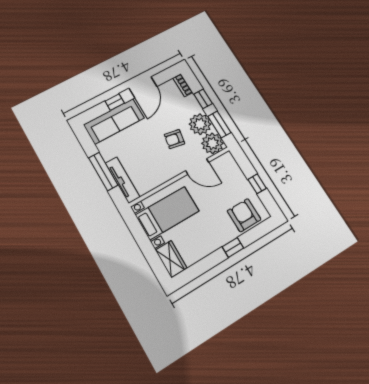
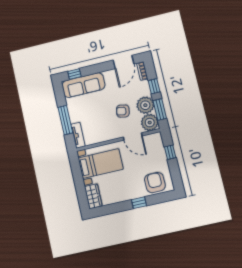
door: (143, 87) -> (124, 62), moved
window: (115, 102) -> (74, 74), moved
tv unit: (123, 180) -> (78, 135), width x0.71
window: (257, 184) -> (170, 152), moved

